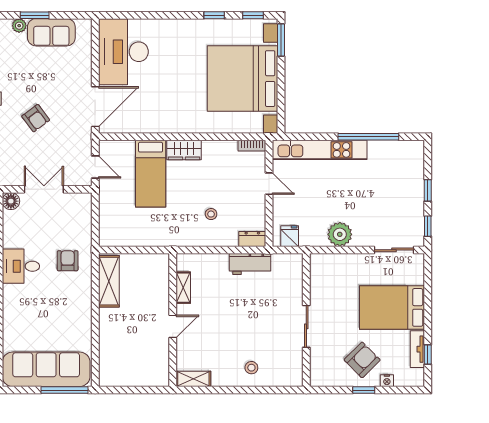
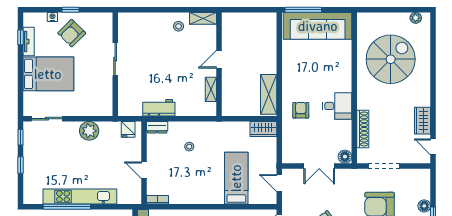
wardrobe: (184, 150) -> (263, 129), moved, turned 180
kitchen unit: (320, 150) -> (80, 196), moved
armchair: (68, 261) -> (301, 110), turned 180
stool: (251, 368) -> (179, 26), moved

